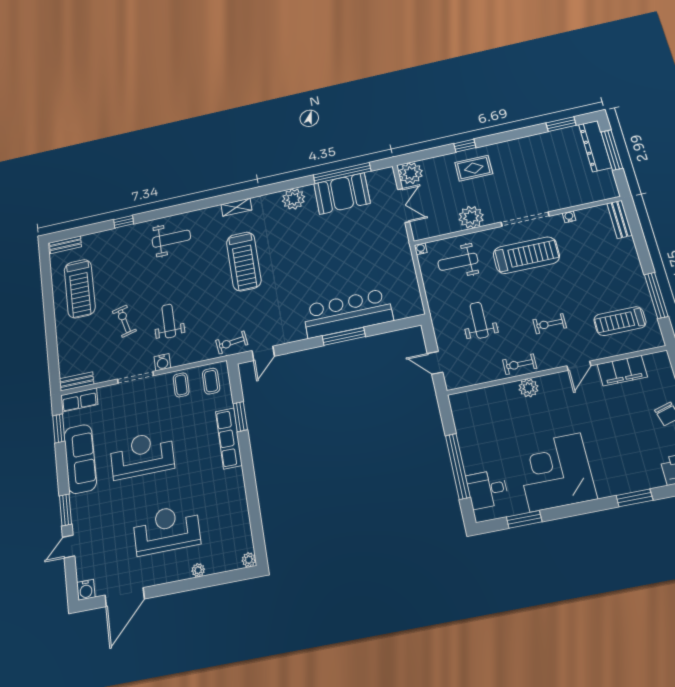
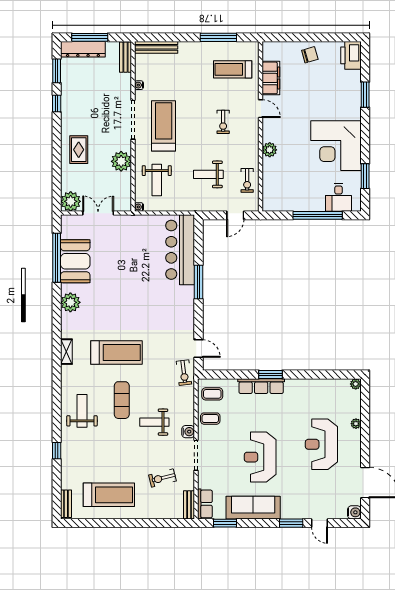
window: (465, 146) -> (57, 104), moved
bench: (599, 194) -> (125, 57), added
bench: (620, 219) -> (156, 47), width x1.36
exercise mat: (190, 279) -> (122, 400), added
bar counter: (348, 313) -> (180, 250), moved
exercise bike: (124, 321) -> (162, 478), moved
treadmill: (620, 321) -> (233, 69), turned 90
exercise bike: (520, 364) -> (247, 180), moved
window: (240, 417) -> (271, 375), moved

